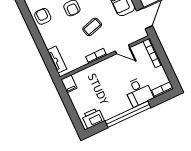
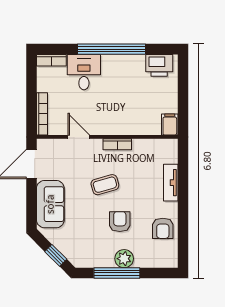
tv unit: (57, 60) -> (171, 183), moved

